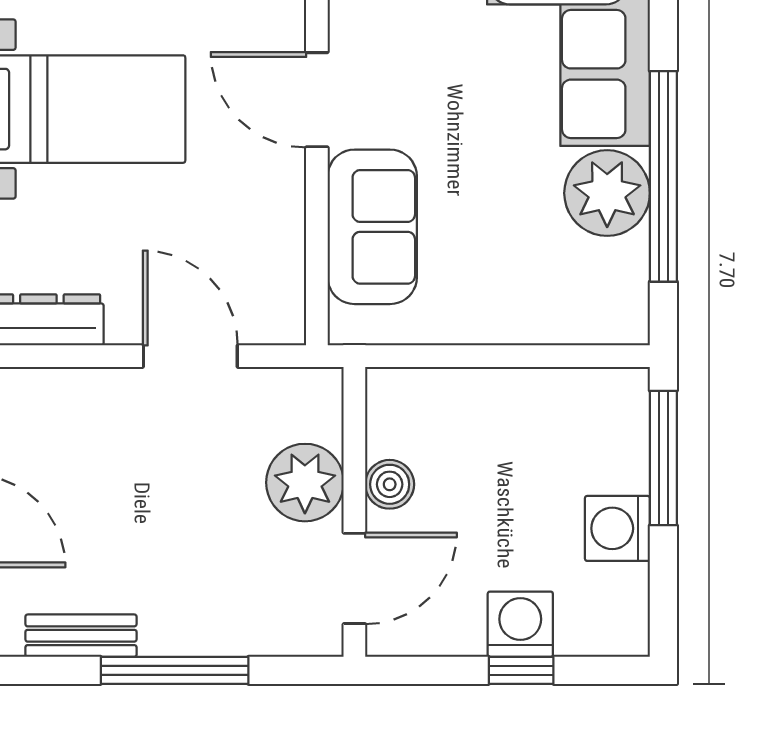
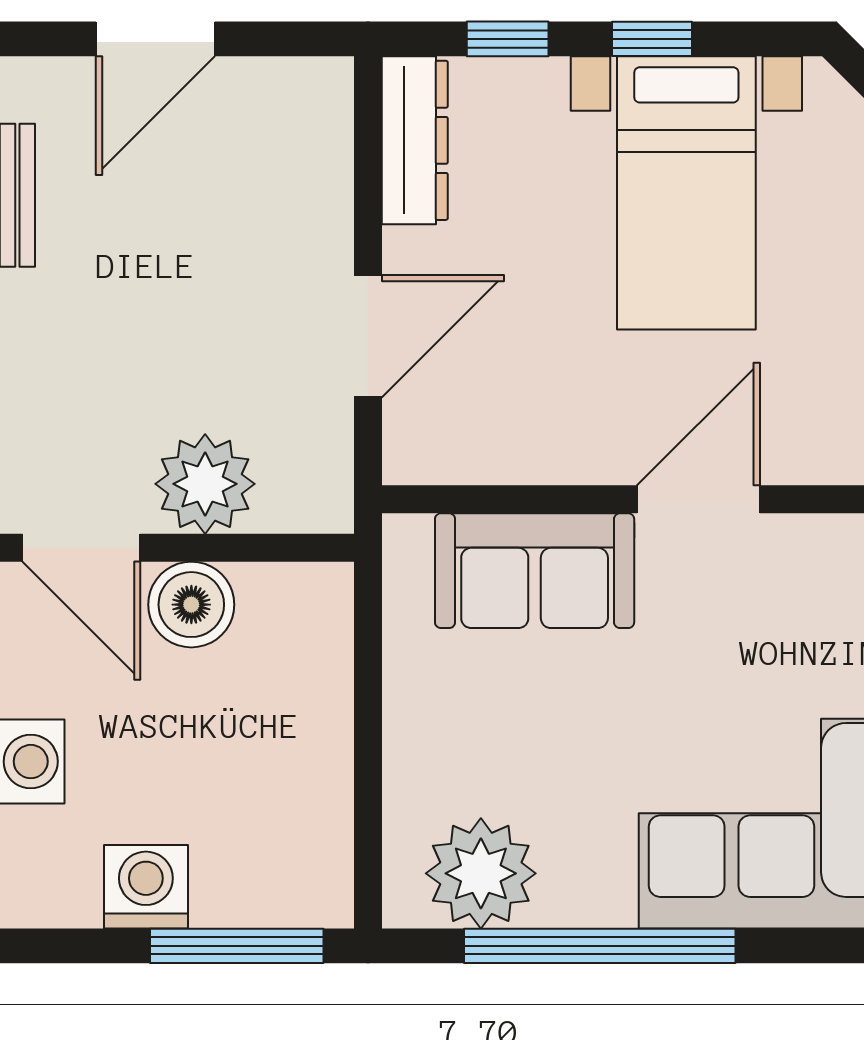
plant: (607, 193) -> (481, 873), moved
boiler: (390, 484) -> (191, 605), width x1.36, depth x1.36

